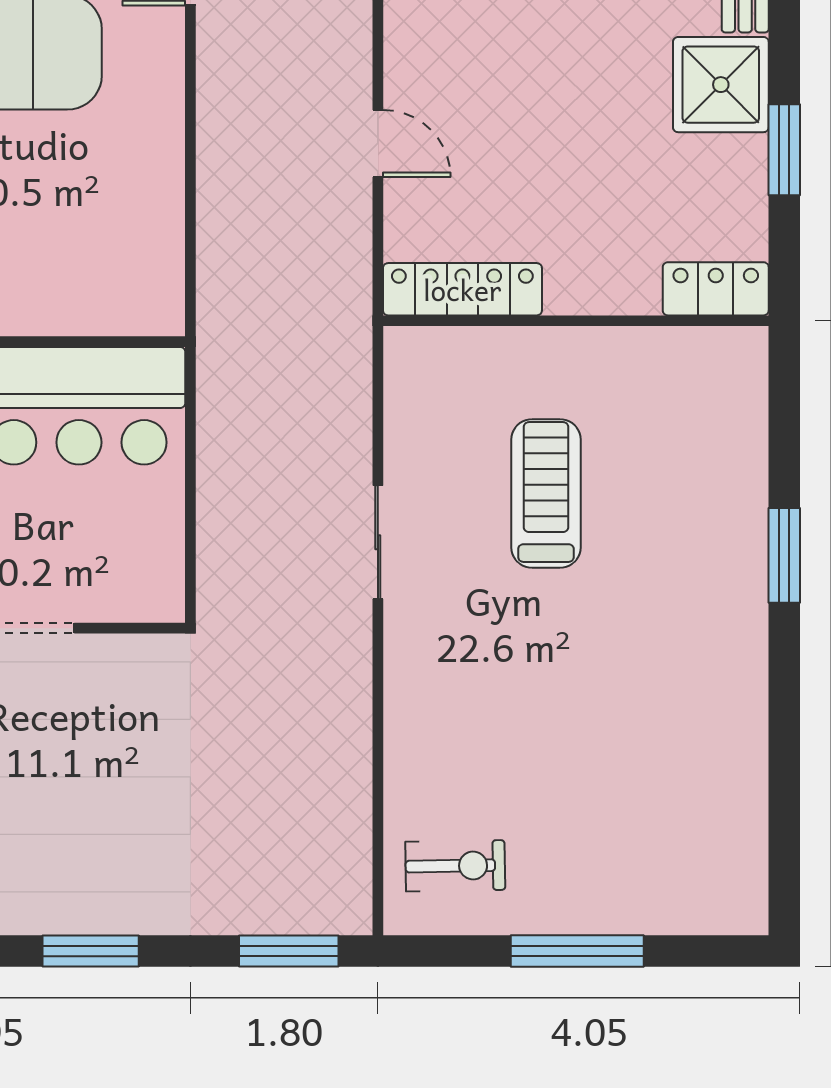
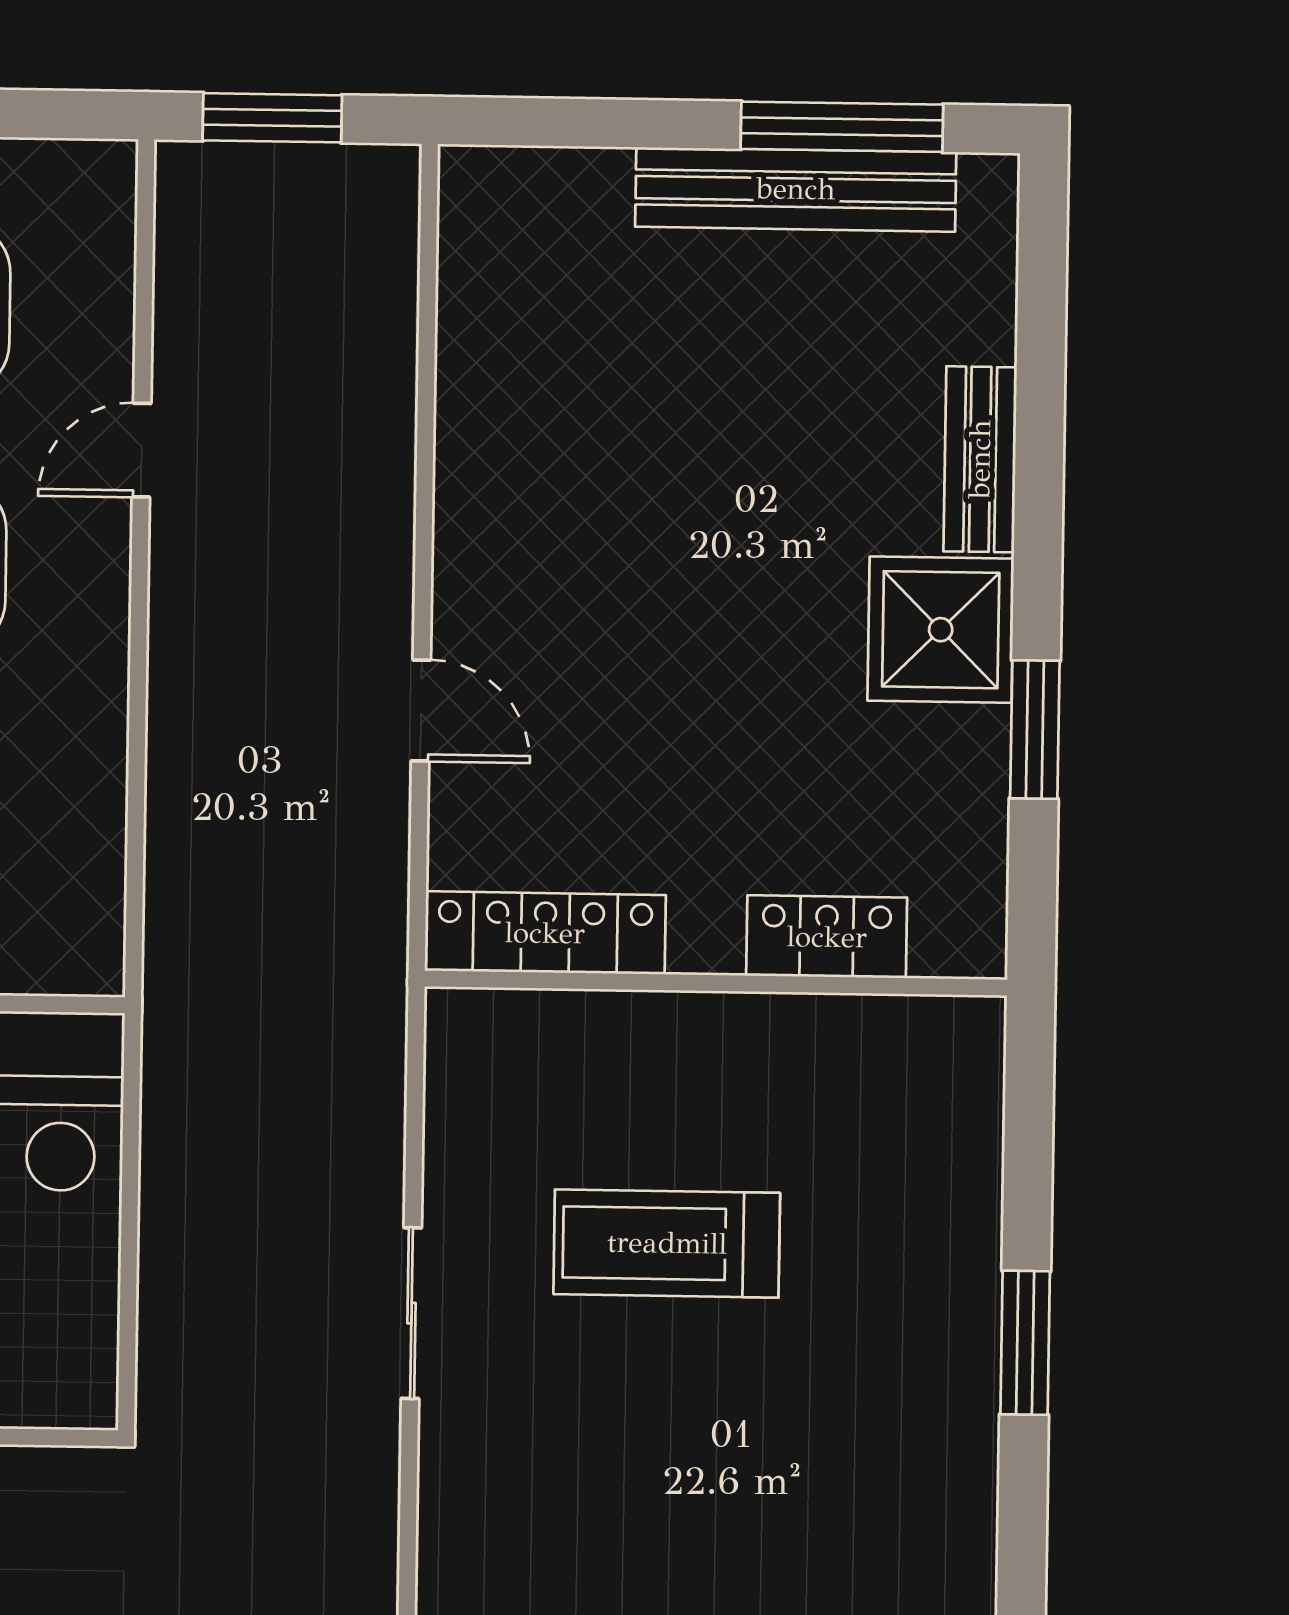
locker: (716, 289) -> (827, 937), moved
treadmill: (546, 493) -> (667, 1243), turned -90

